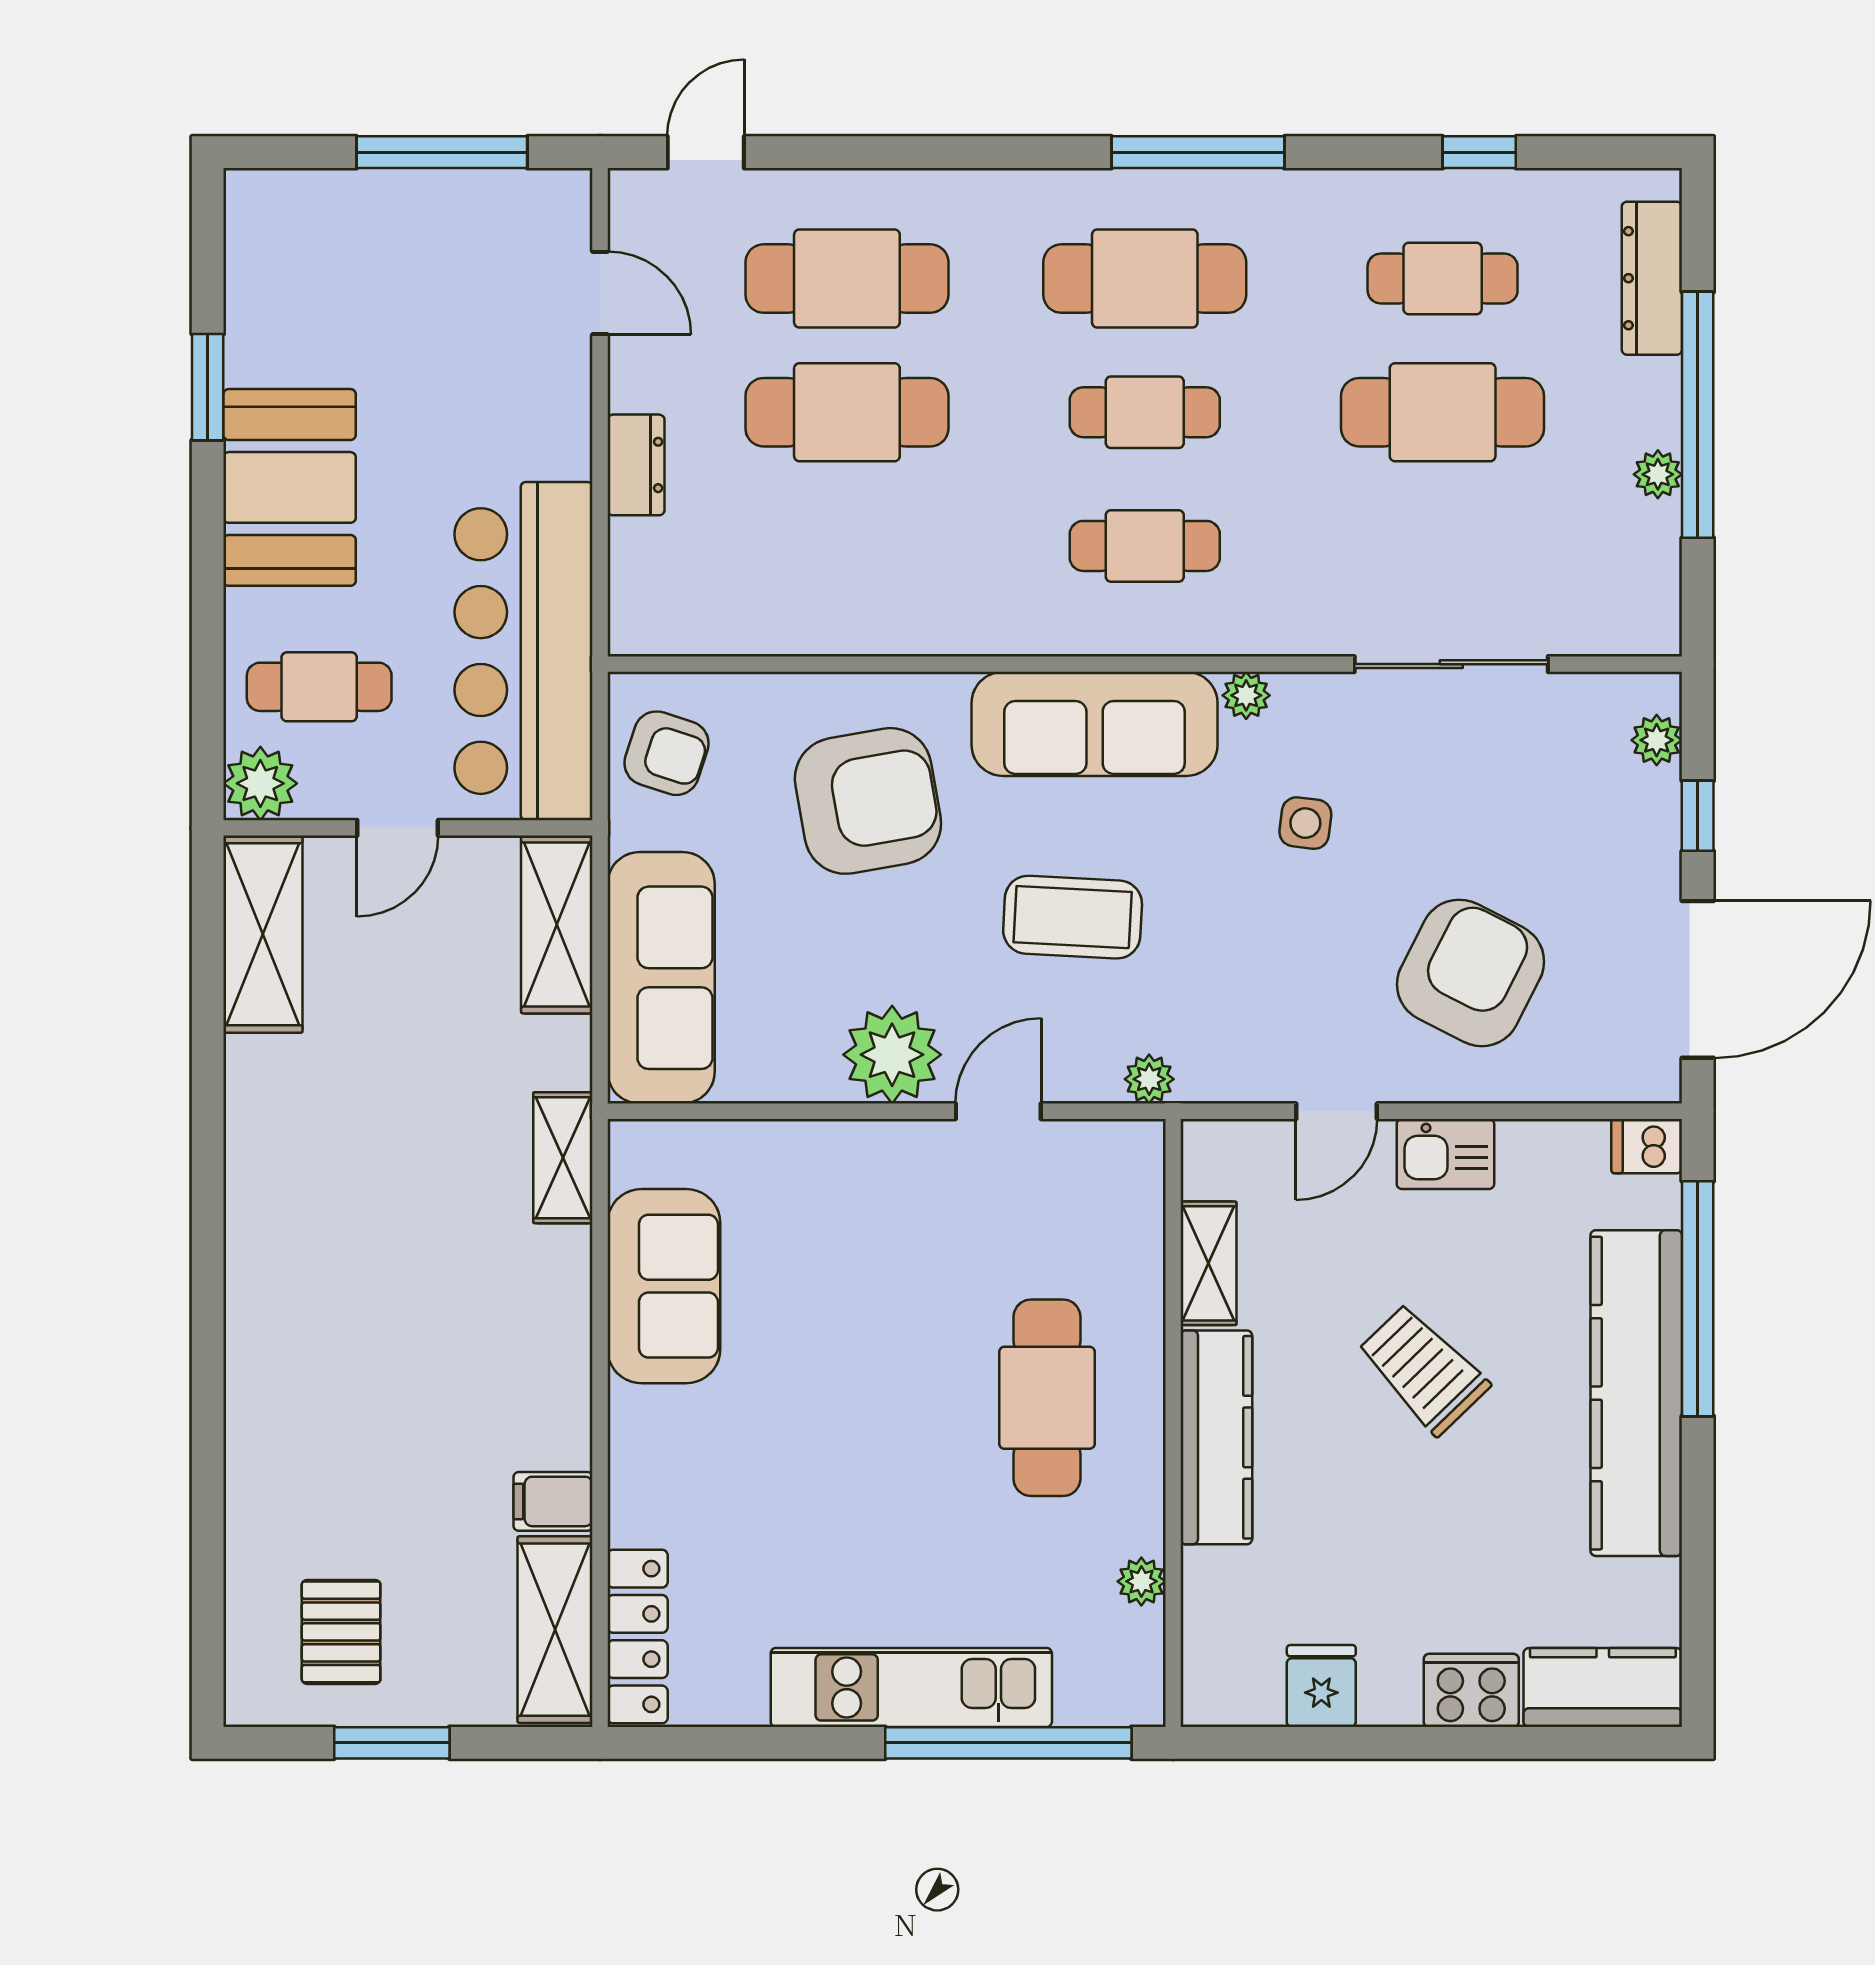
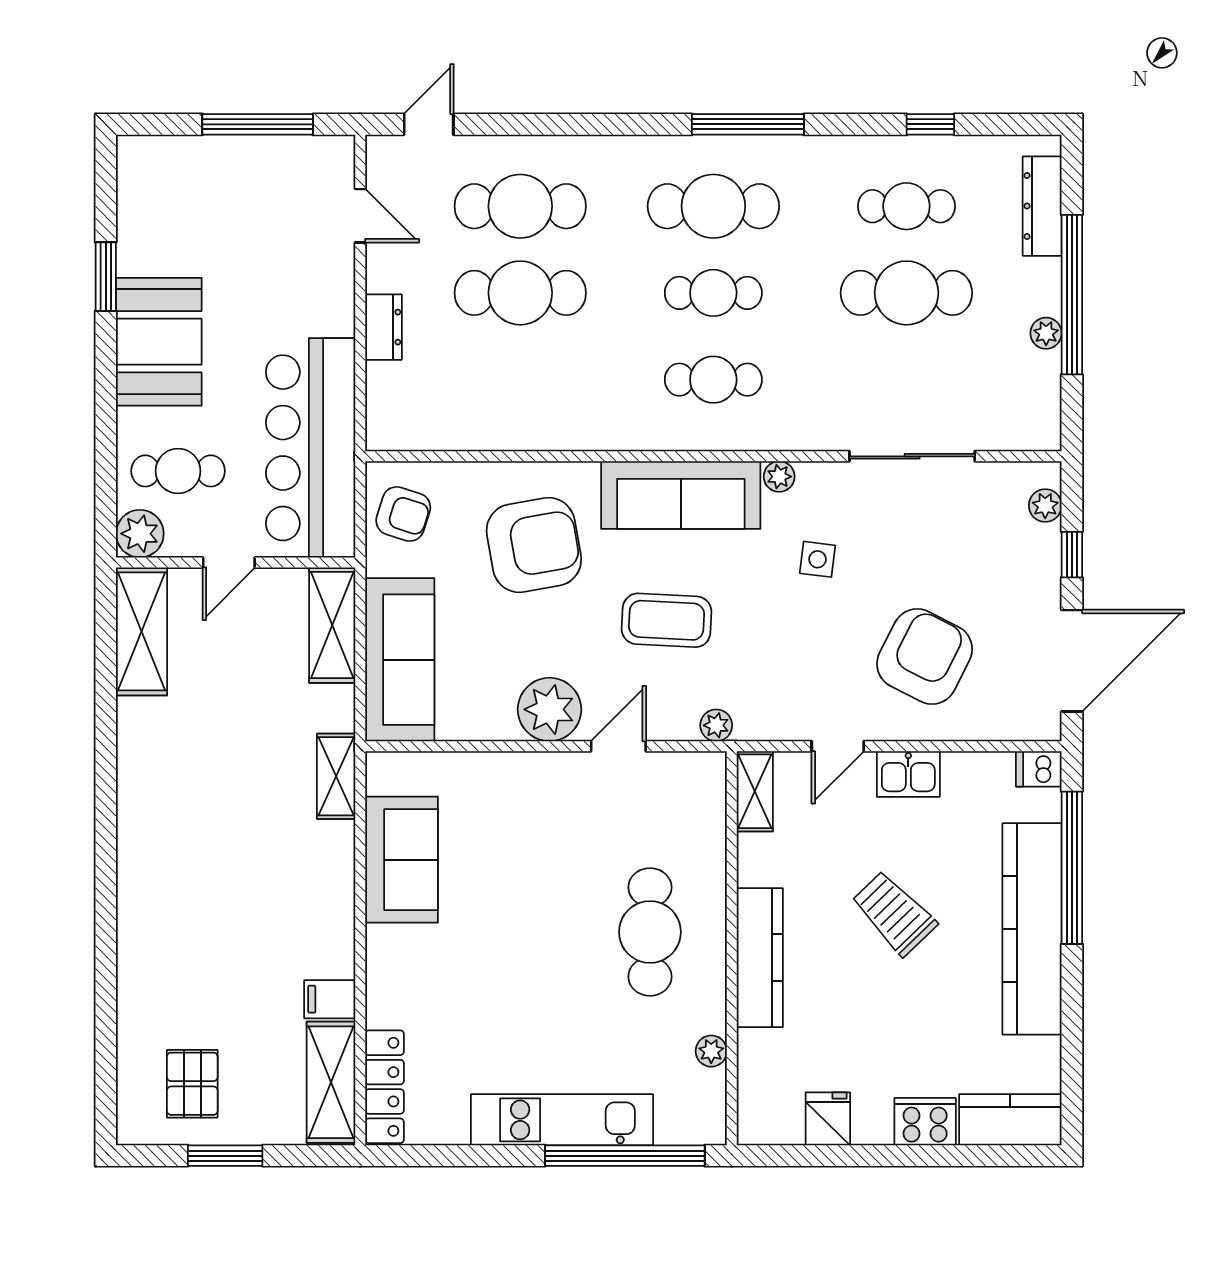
shelving: (1209, 1263) -> (755, 791), moved

